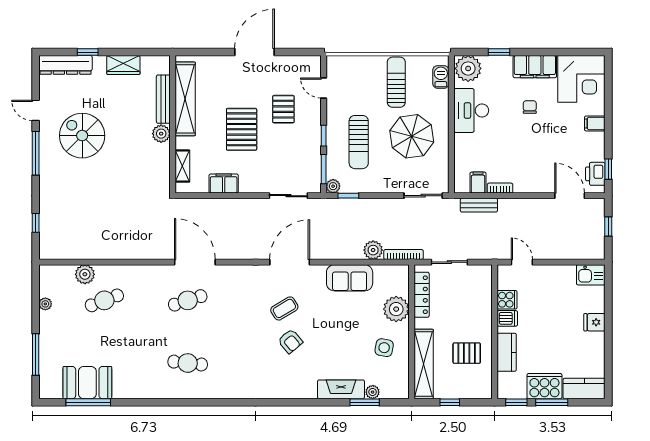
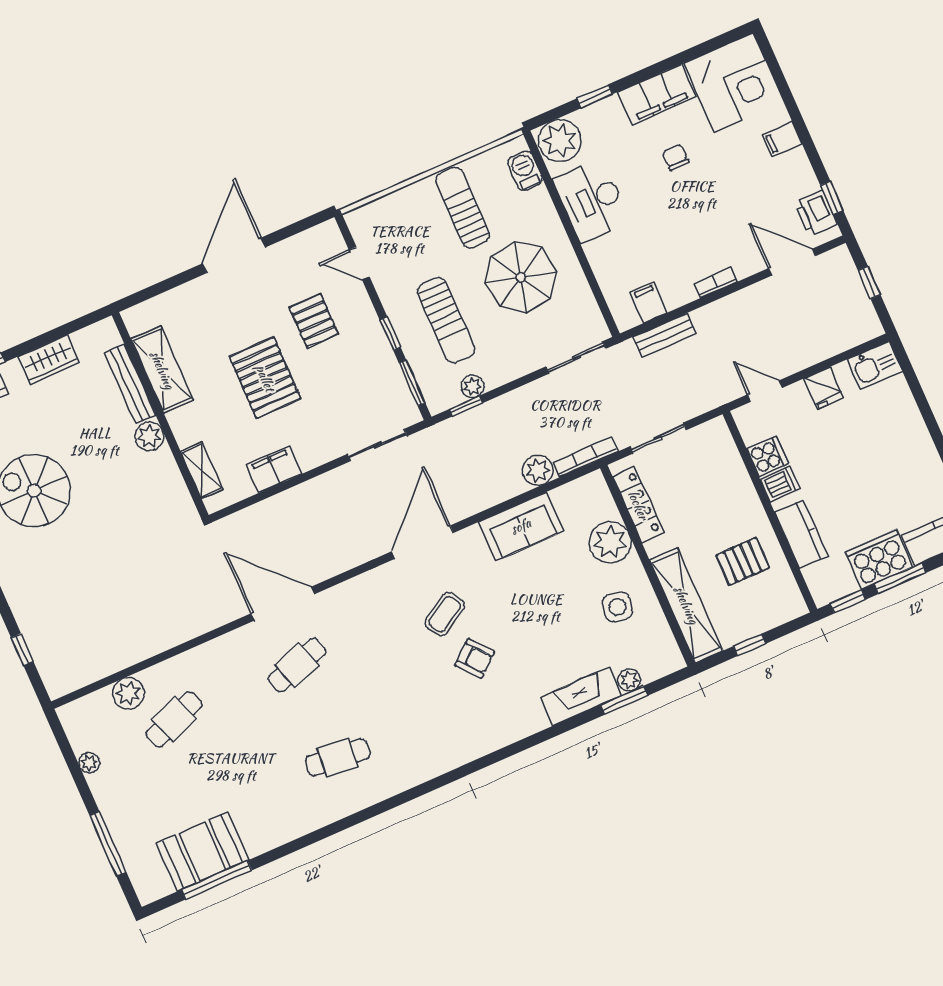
shelving: (185, 99) -> (162, 370), width x0.68
plant: (333, 186) -> (473, 386), moved
bookcase: (500, 188) -> (716, 282), moved
fridge: (594, 322) -> (824, 388), moved, turned -90

